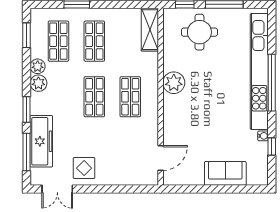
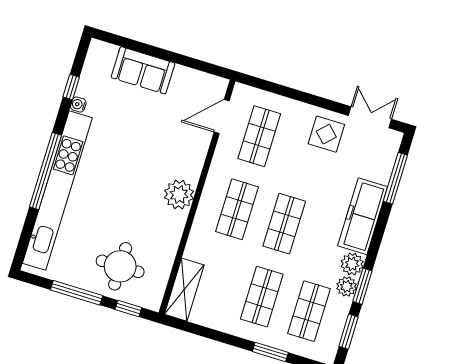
plant: (174, 83) -> (179, 195), moved
window: (27, 110) -> (362, 286), moved
freezer: (41, 141) -> (363, 216), moved
shop shelf: (130, 152) -> (259, 136), added

